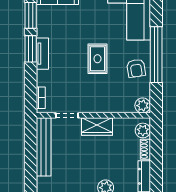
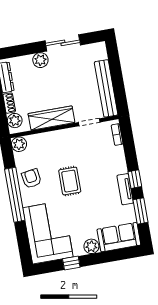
window: (31, 49) -> (135, 179), width x0.67
tv unit: (42, 54) -> (125, 189), moved
wardrobe: (97, 126) -> (51, 118), width x1.50

